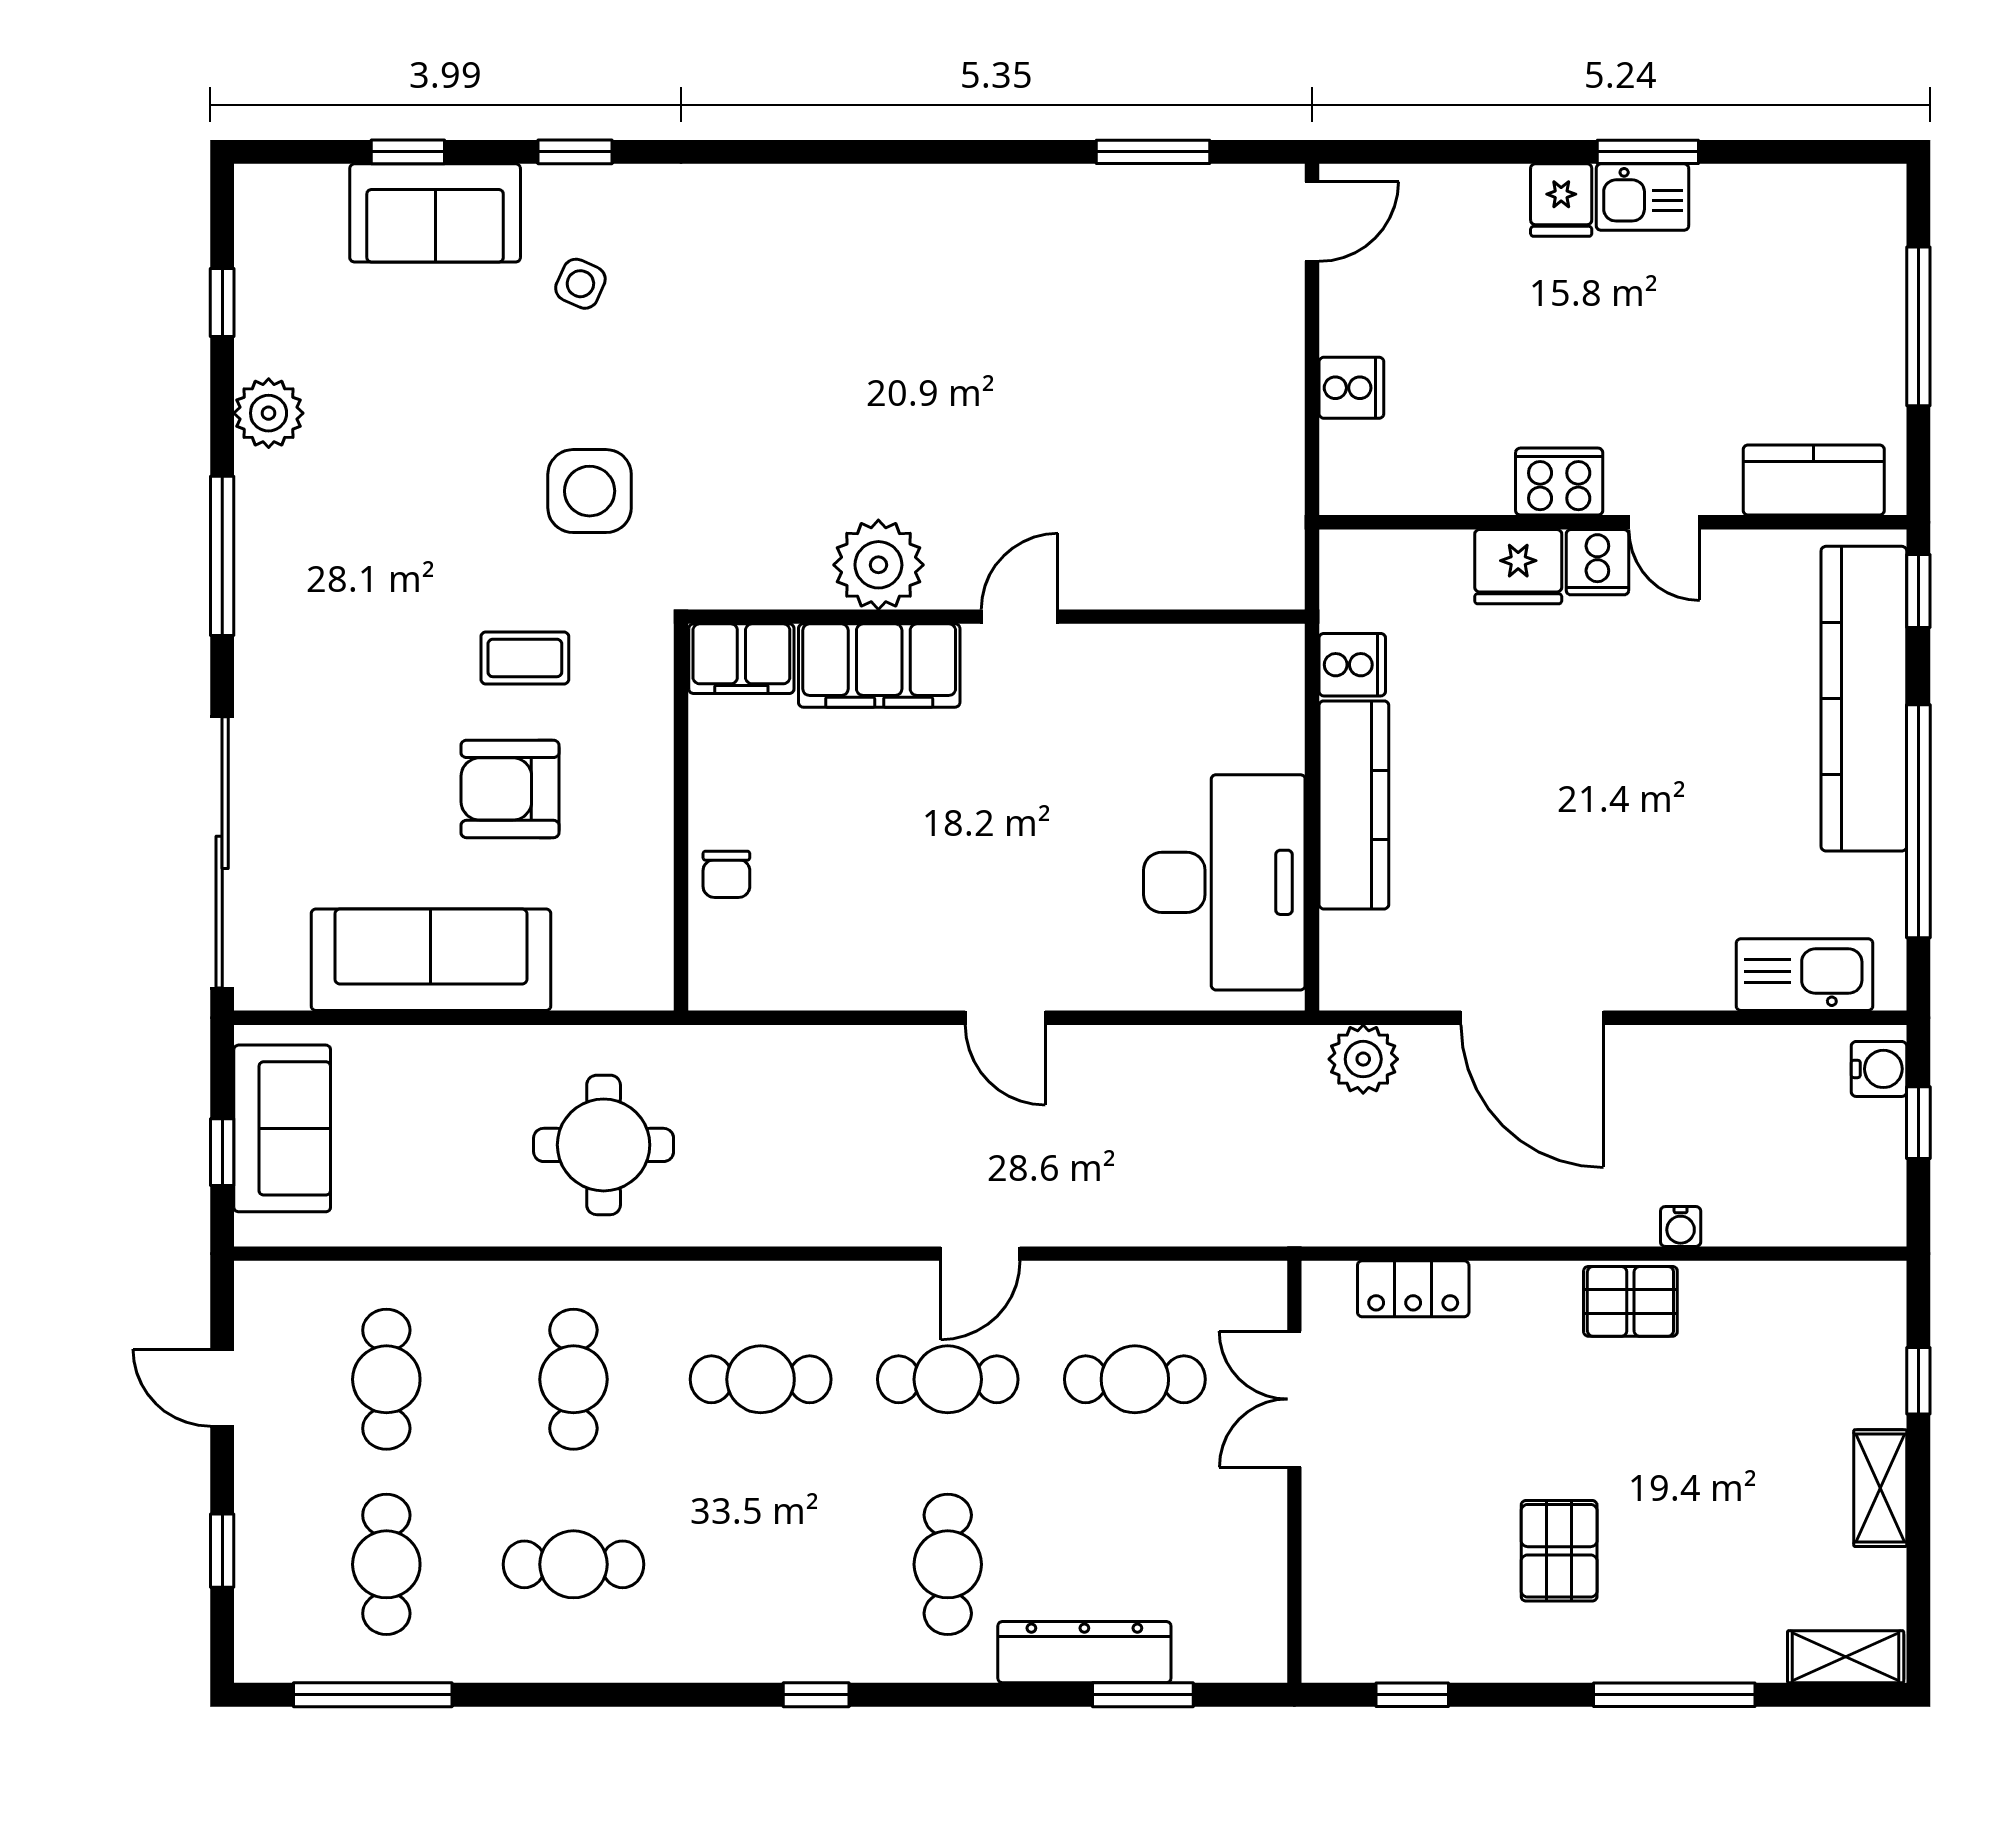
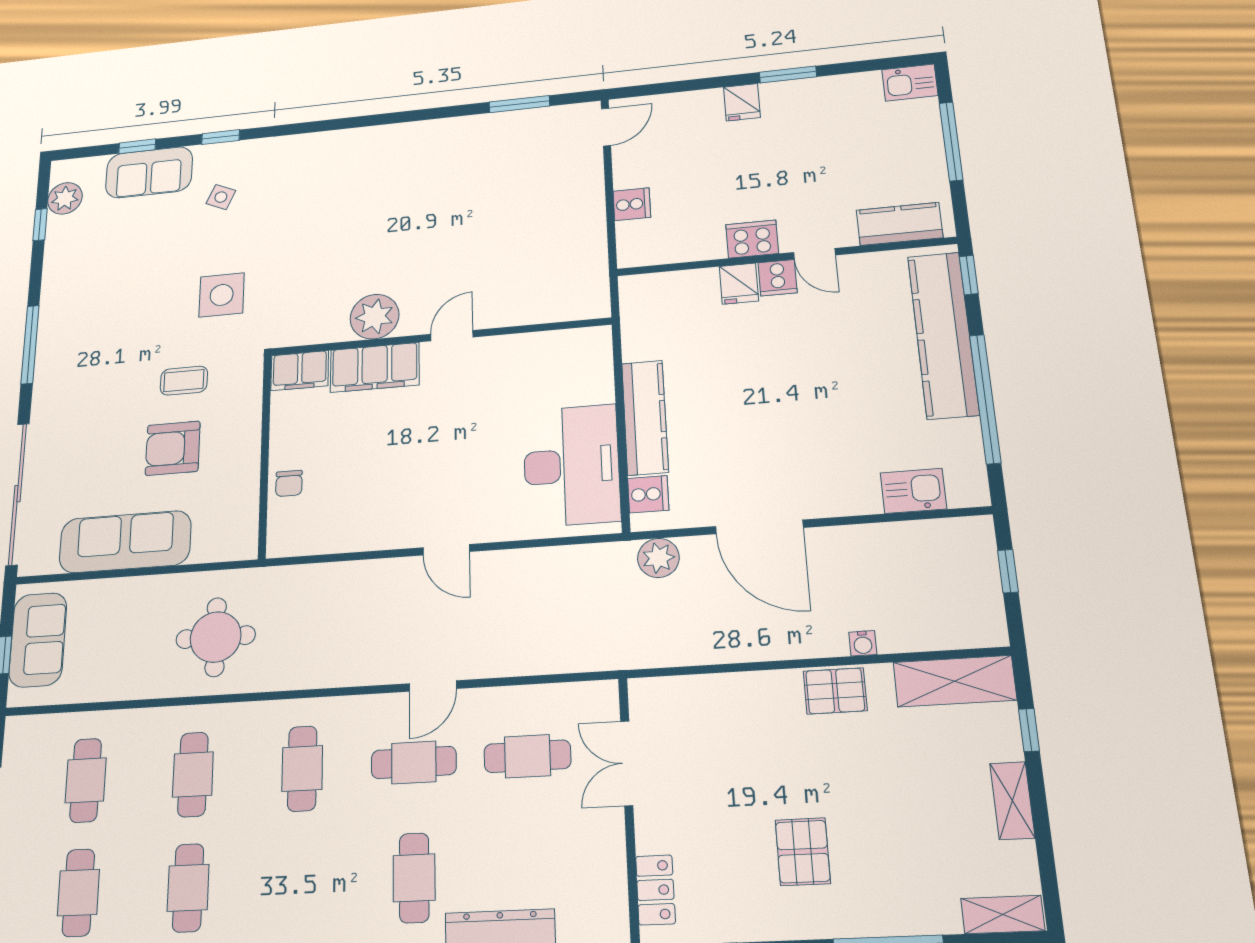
kitchen sink: (1642, 197) -> (910, 83), moved
plant: (269, 413) -> (65, 198), moved
fridge: (1518, 567) -> (739, 284), width x0.72
cooker: (1352, 665) -> (648, 494), moved
kitchen sink: (1805, 975) -> (913, 491), width x0.73
water cooler: (1879, 1069) -> (979, 541), removed
locker: (1413, 1289) -> (655, 890), moved, turned -90
shelving: (1816, 1297) -> (955, 681), added
cafe table: (761, 1379) -> (302, 769), turned 90
cafe table: (573, 1564) -> (188, 888), turned 90

